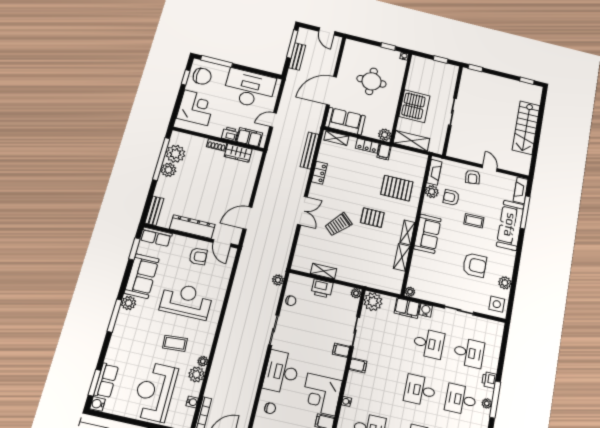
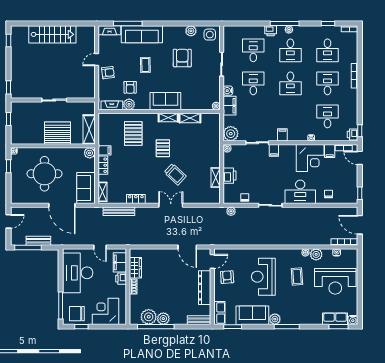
chair: (202, 76) -> (77, 314), turned -90
round table: (371, 81) -> (44, 174), width x1.36, depth x1.36

